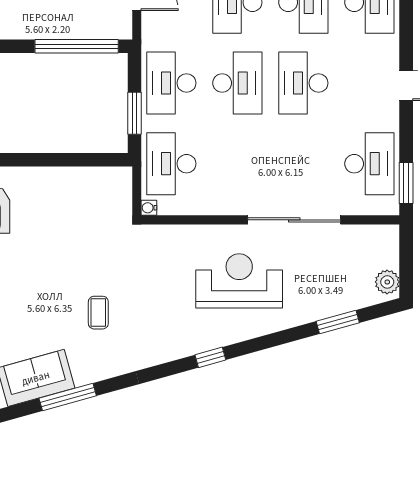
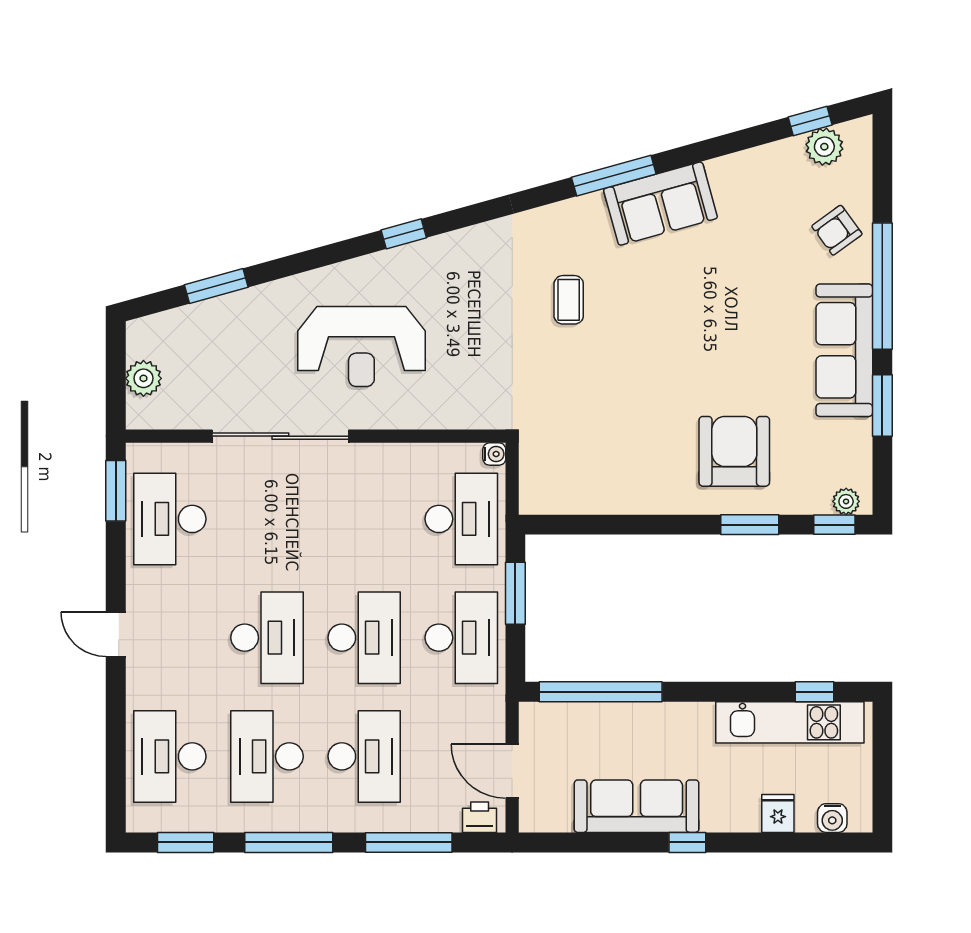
desk: (237, 83) -> (364, 638), turned 180
plant: (387, 282) -> (143, 378), moved

